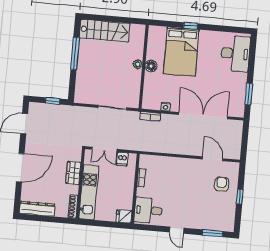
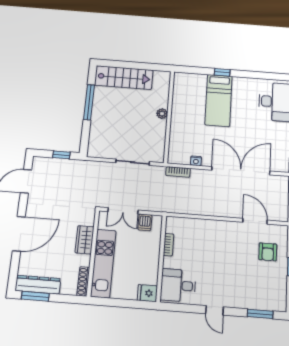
bed: (181, 52) -> (218, 100), width x0.67
floor lamp: (151, 66) -> (178, 116), removed
armchair: (222, 184) -> (268, 252), turned 180
window: (35, 218) -> (35, 296), added

